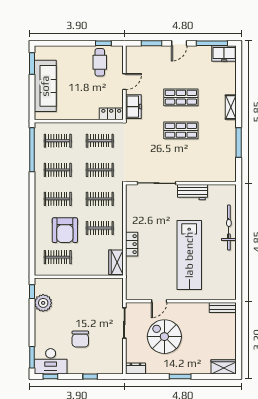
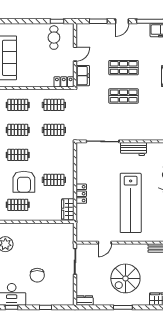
clothes rail: (100, 199) -> (54, 155), removed
spiral stairs: (164, 337) -> (125, 278), moved, turned -90

